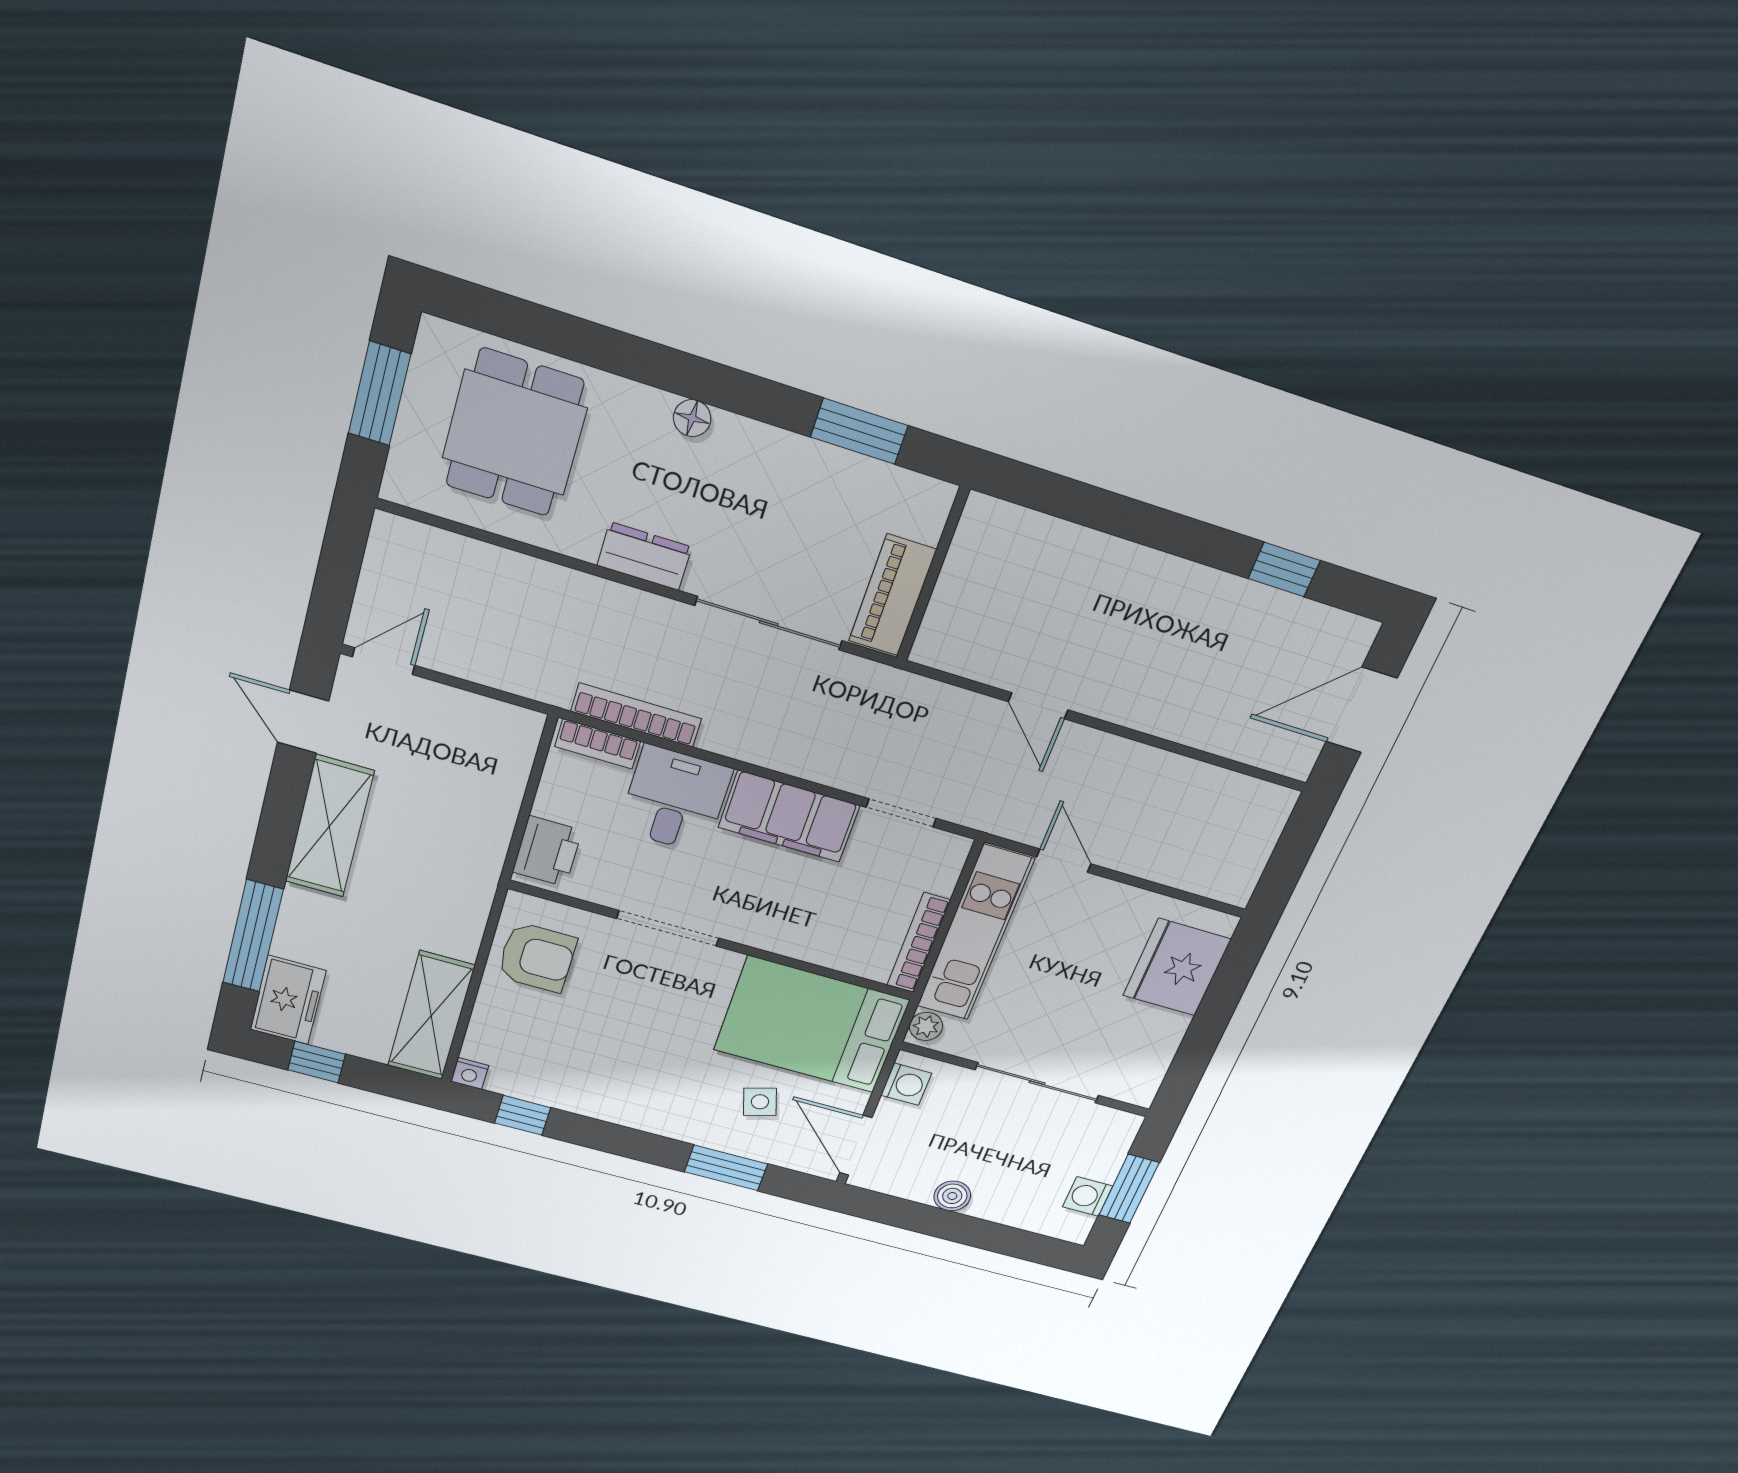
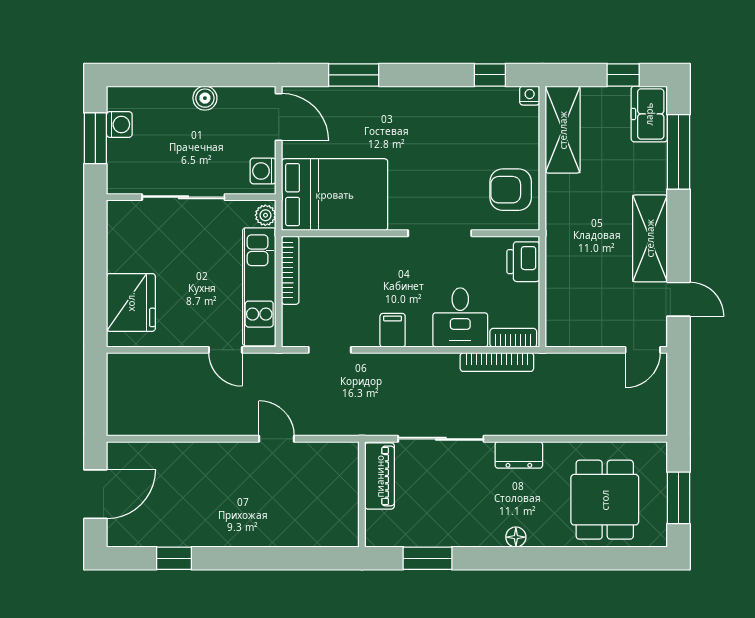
filing cabinet: (789, 816) -> (393, 330), width x0.33, depth x0.86
side table: (760, 1102) -> (348, 130), removed

